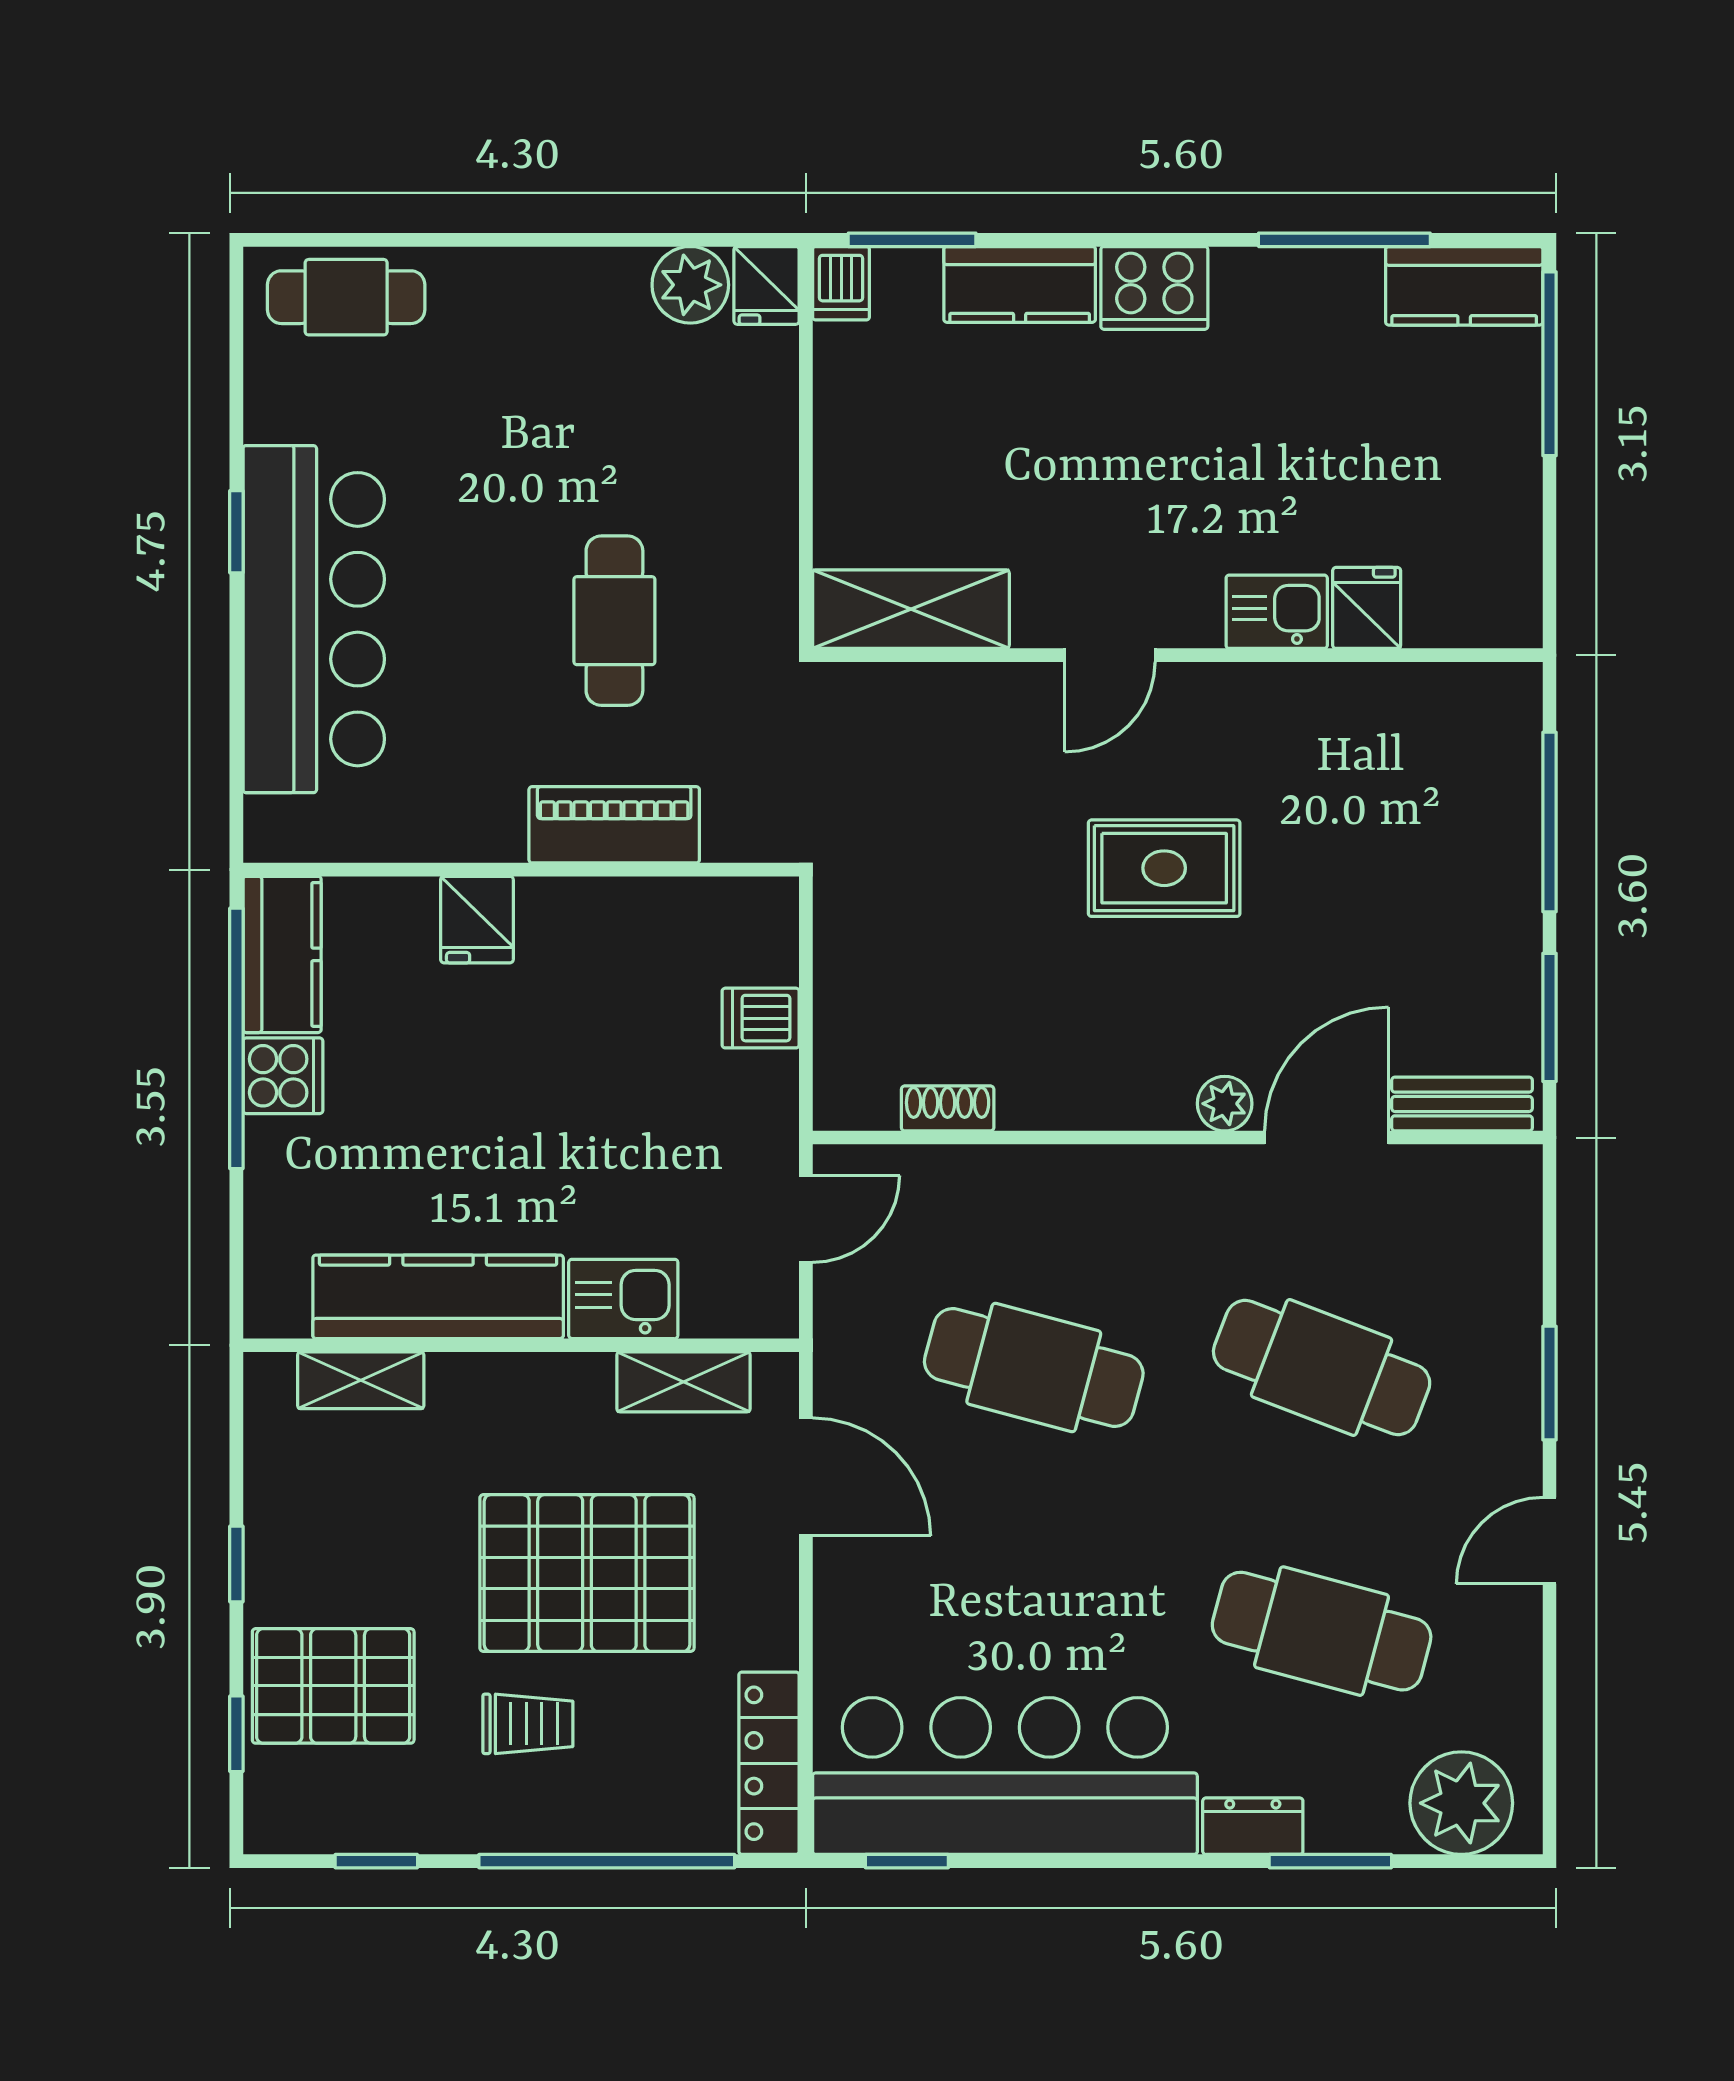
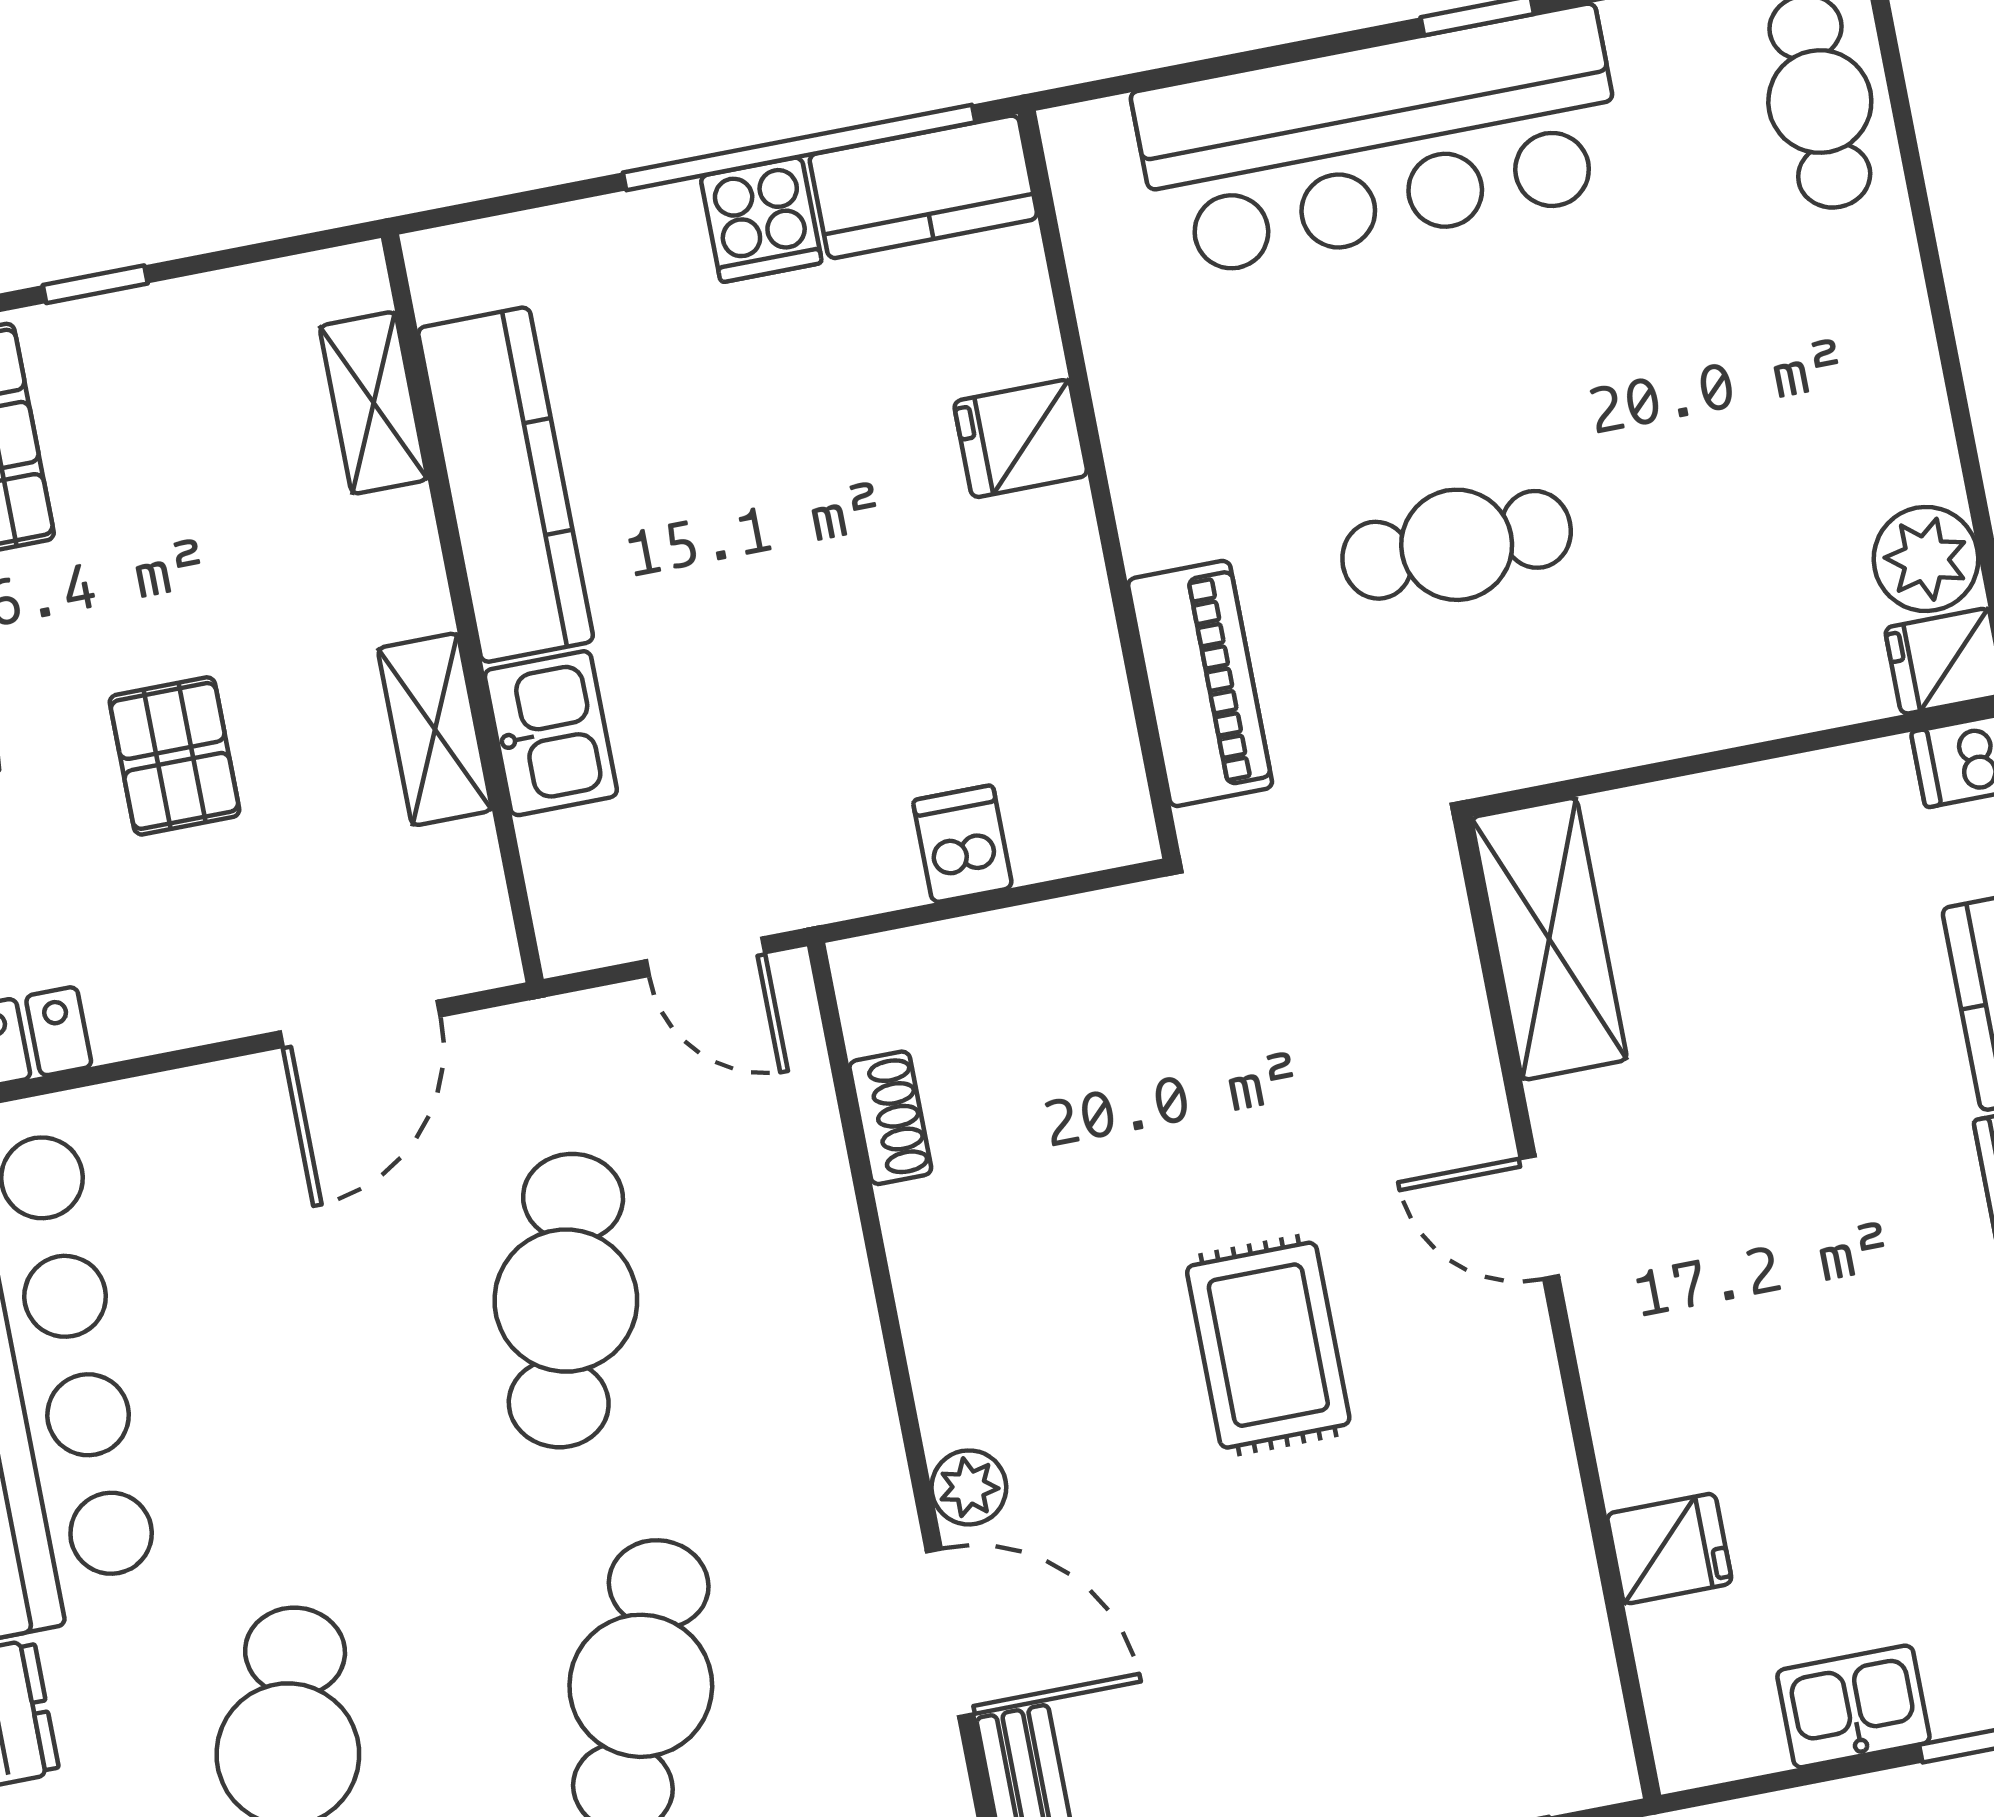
kitchen sink: (1277, 612) -> (1853, 1706), moved, turned -90
piano: (614, 825) -> (1200, 683), moved
shelving: (684, 1382) -> (435, 729), moved
pallet: (587, 1573) -> (174, 756), width x0.49, depth x0.50

